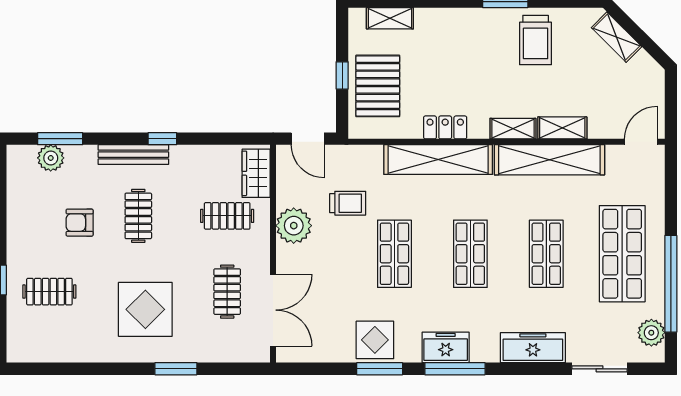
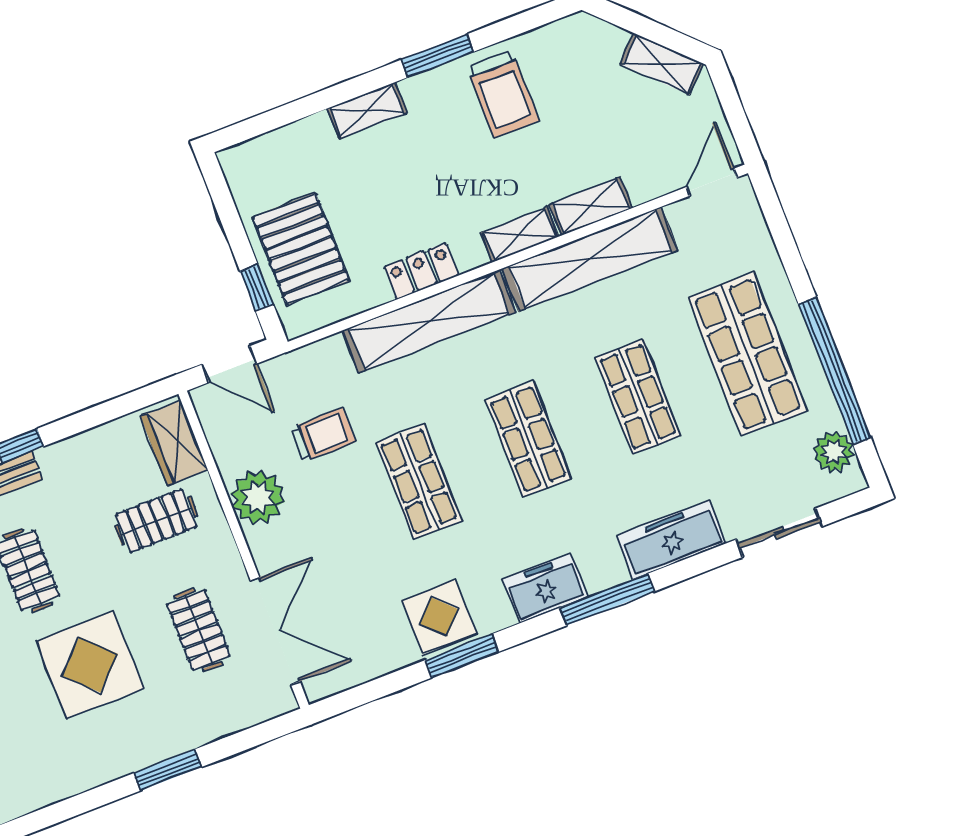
shelving: (390, 18) -> (367, 111), moved
shelving: (617, 37) -> (662, 64), moved
window: (342, 75) -> (257, 288), moved
display table: (145, 309) -> (90, 665), moved
window: (455, 369) -> (607, 600), moved

